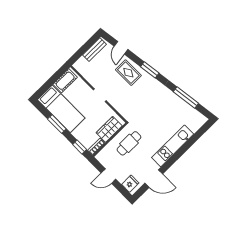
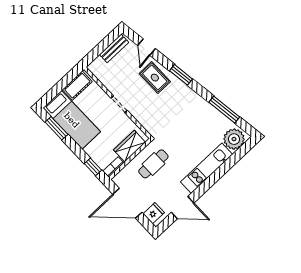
plant: (194, 121) -> (234, 139), added
window: (57, 124) -> (56, 128), moved
door: (108, 176) -> (127, 203), width x1.88

